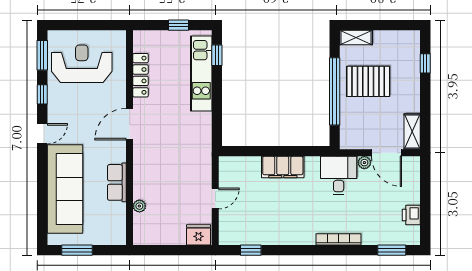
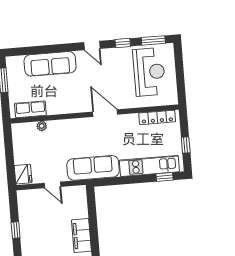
locker: (141, 75) -> (157, 117), moved
sofa: (198, 145) -> (93, 168), added
row of seats: (117, 182) -> (30, 109), moved
sofa: (65, 189) -> (50, 64), width x0.74, depth x0.79
window: (251, 250) -> (16, 230), moved

